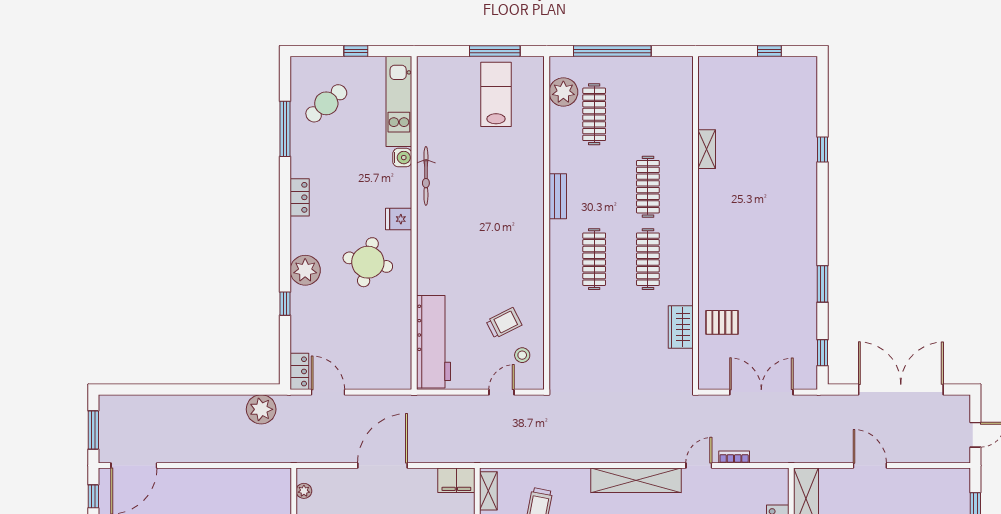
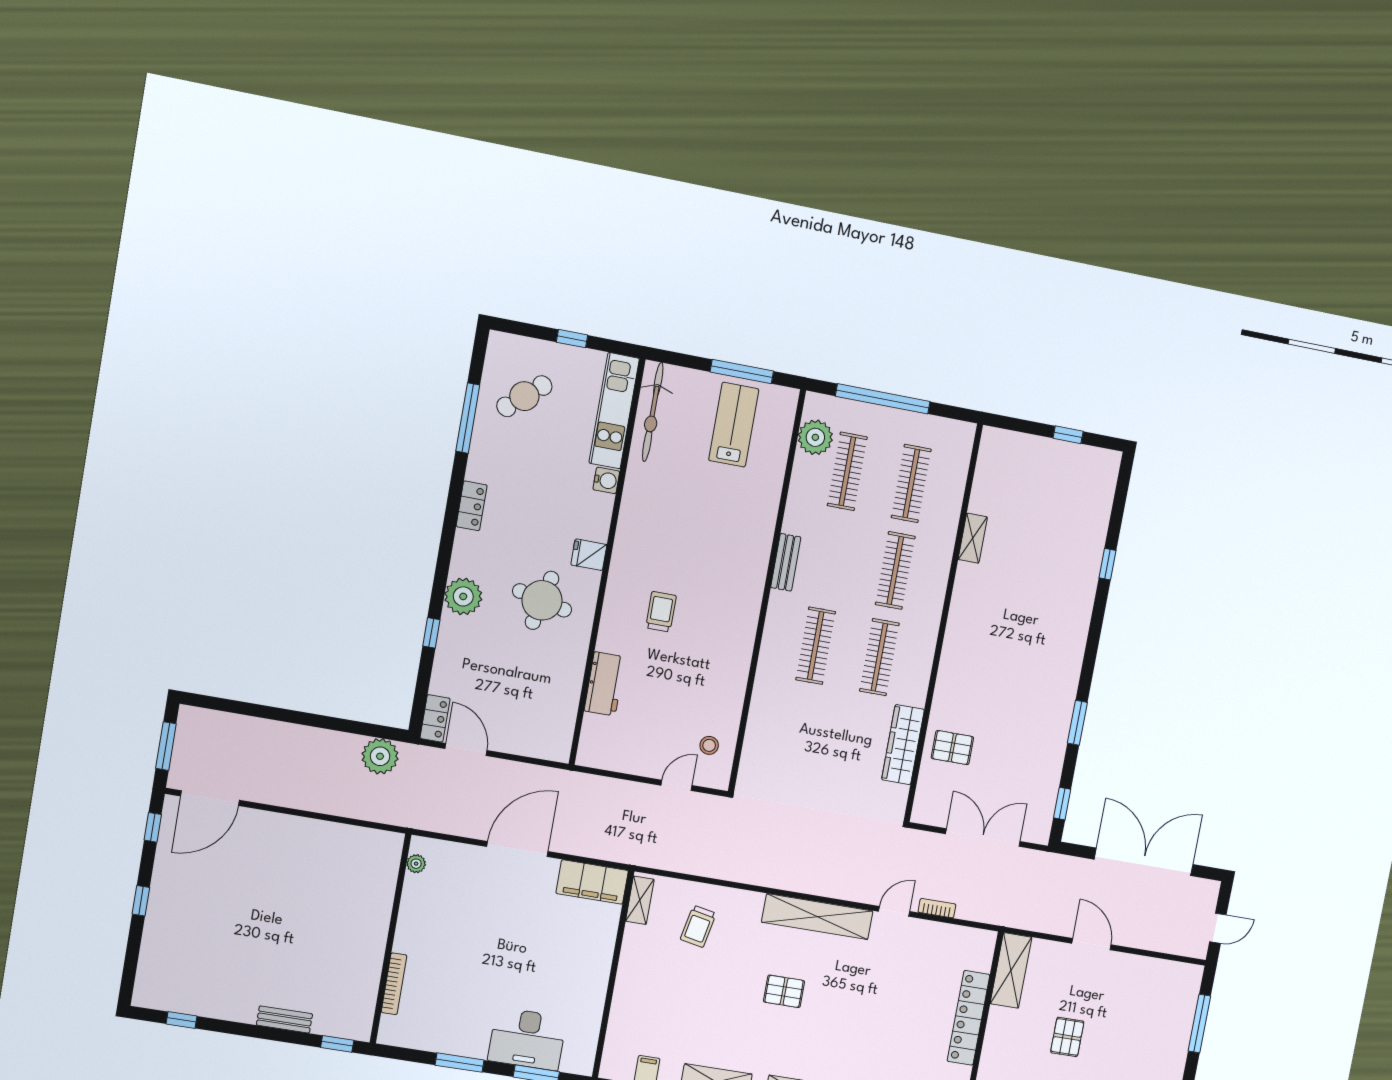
clothes rail: (648, 114) -> (911, 483), added
bicycle: (426, 176) -> (653, 412), moved, width x1.37, depth x1.40
trolley: (504, 323) -> (661, 612), moved, turned -63
wardrobe: (681, 327) -> (903, 745), width x1.50
workbench: (433, 342) -> (605, 684), width x0.53, depth x0.76
filing cabinet: (456, 480) -> (592, 882), width x1.50, depth x1.17

